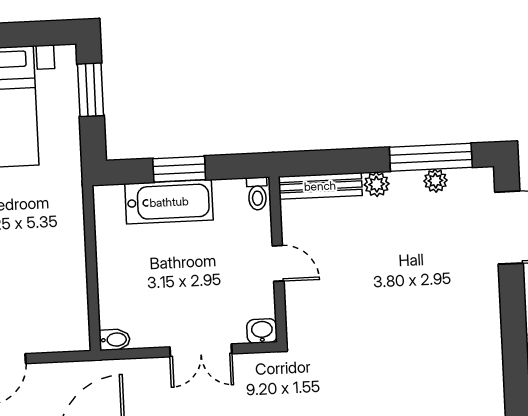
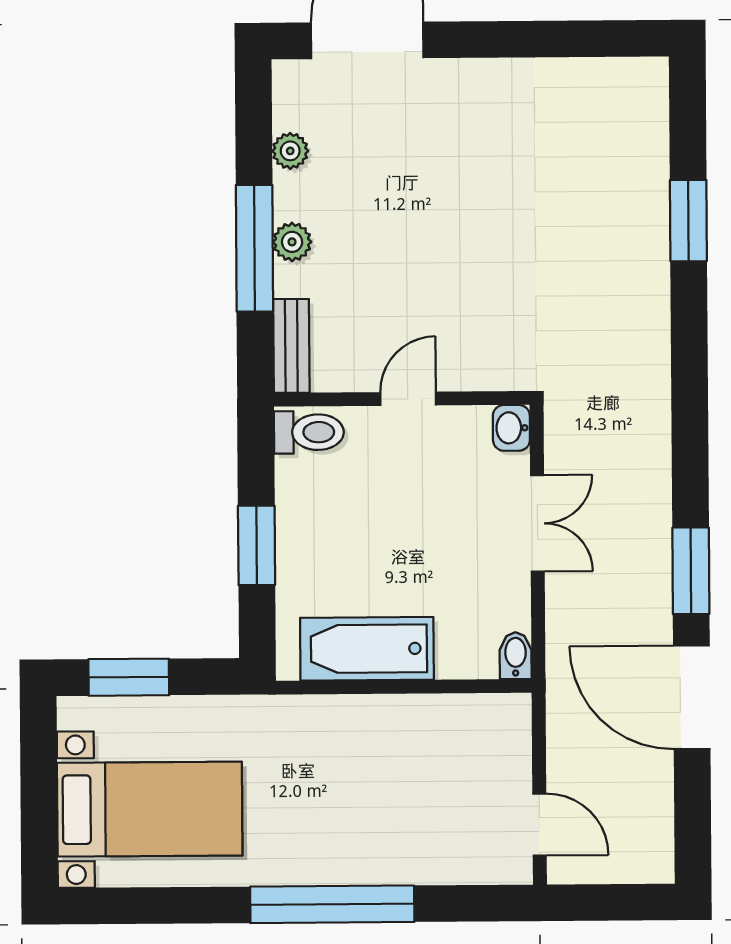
window: (431, 157) -> (254, 248), moved
bench: (320, 186) -> (291, 346), width x0.73
toilet: (257, 194) -> (309, 432), width x1.37, depth x1.39
bathtub: (169, 202) -> (367, 649), moved, turned -90

